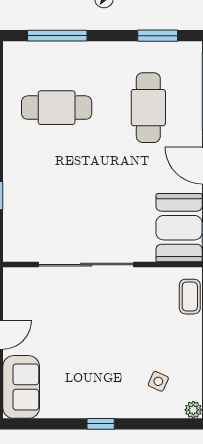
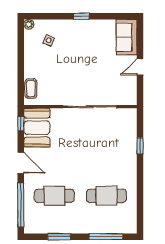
window: (158, 36) -> (59, 237), moved
cafe table: (148, 108) -> (54, 196), turned 90

